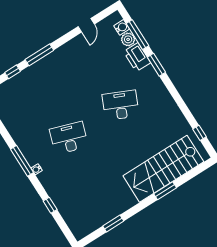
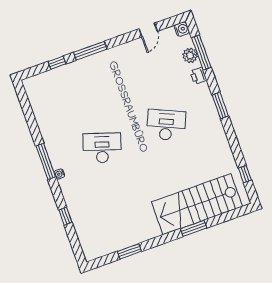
water cooler: (122, 27) -> (182, 29), moved
printer: (137, 57) -> (198, 76), width x0.53, depth x0.68
window: (156, 65) -> (220, 105), moved

